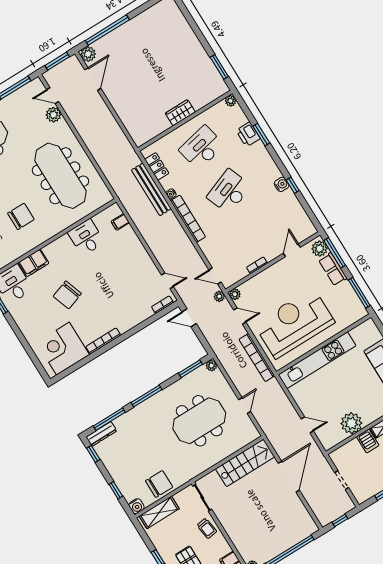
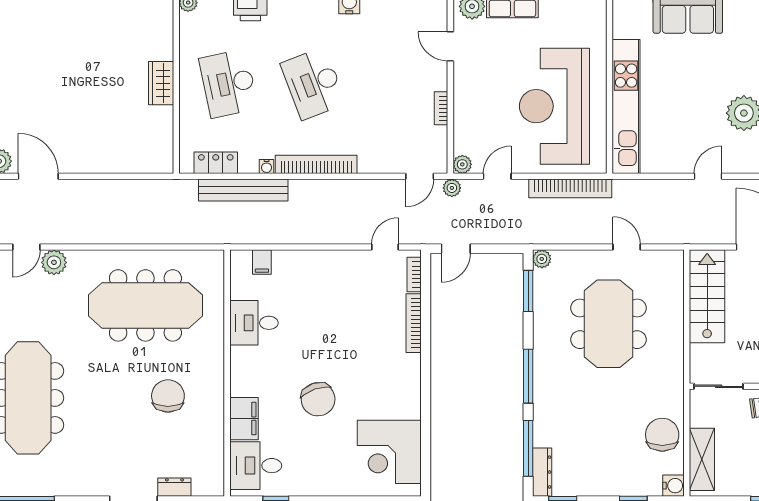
bookcase: (103, 341) -> (414, 323), moved

